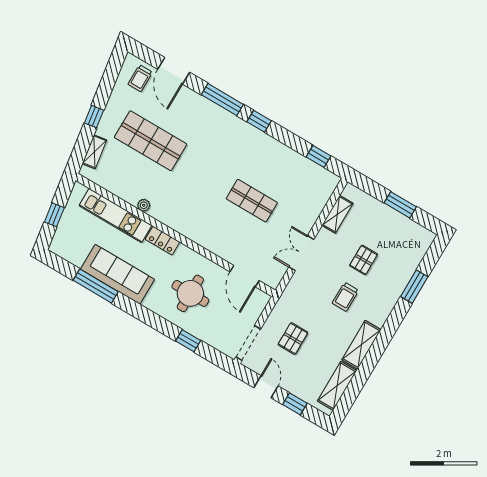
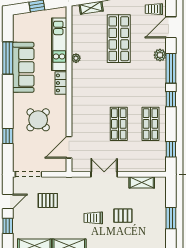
plant: (199, 103) -> (160, 55), added
shop shelf: (274, 163) -> (150, 124), added
round table: (190, 293) -> (38, 120), turned 45

